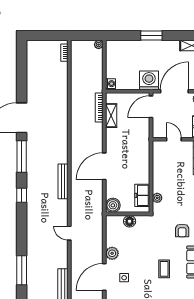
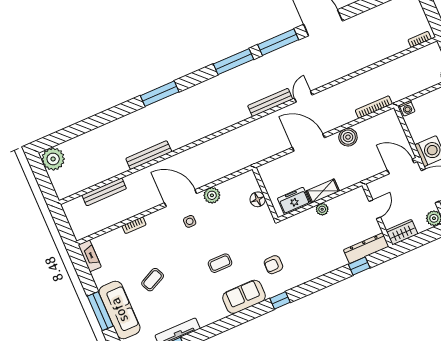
shelving: (111, 116) -> (323, 191), moved
window: (22, 195) -> (234, 62), width x2.17
plant: (157, 198) -> (322, 209), moved
boiler: (113, 205) -> (348, 137), moved
door: (69, 233) -> (303, 97), moved
window: (22, 270) -> (160, 94), moved

